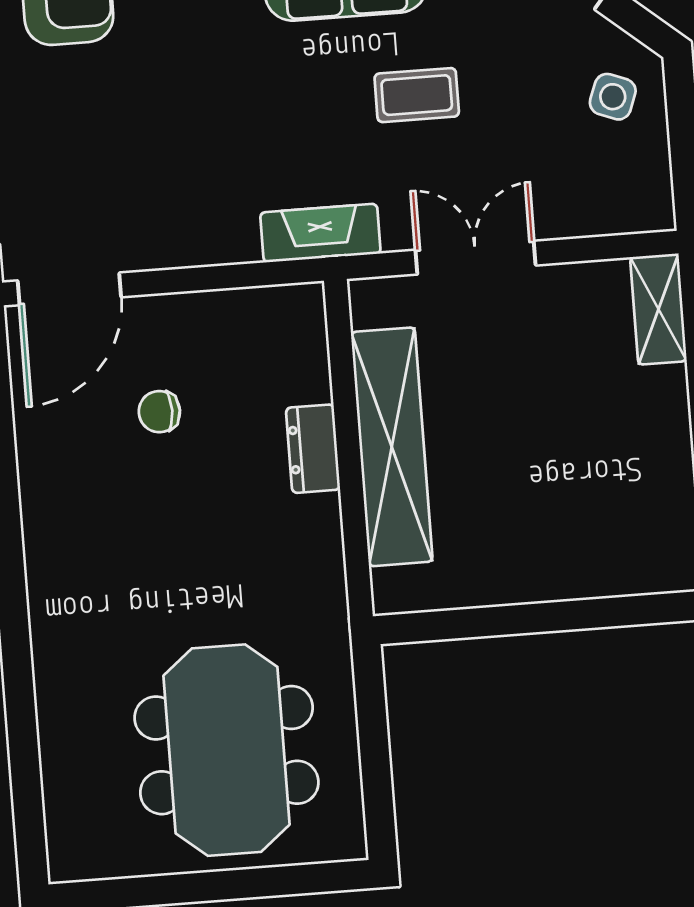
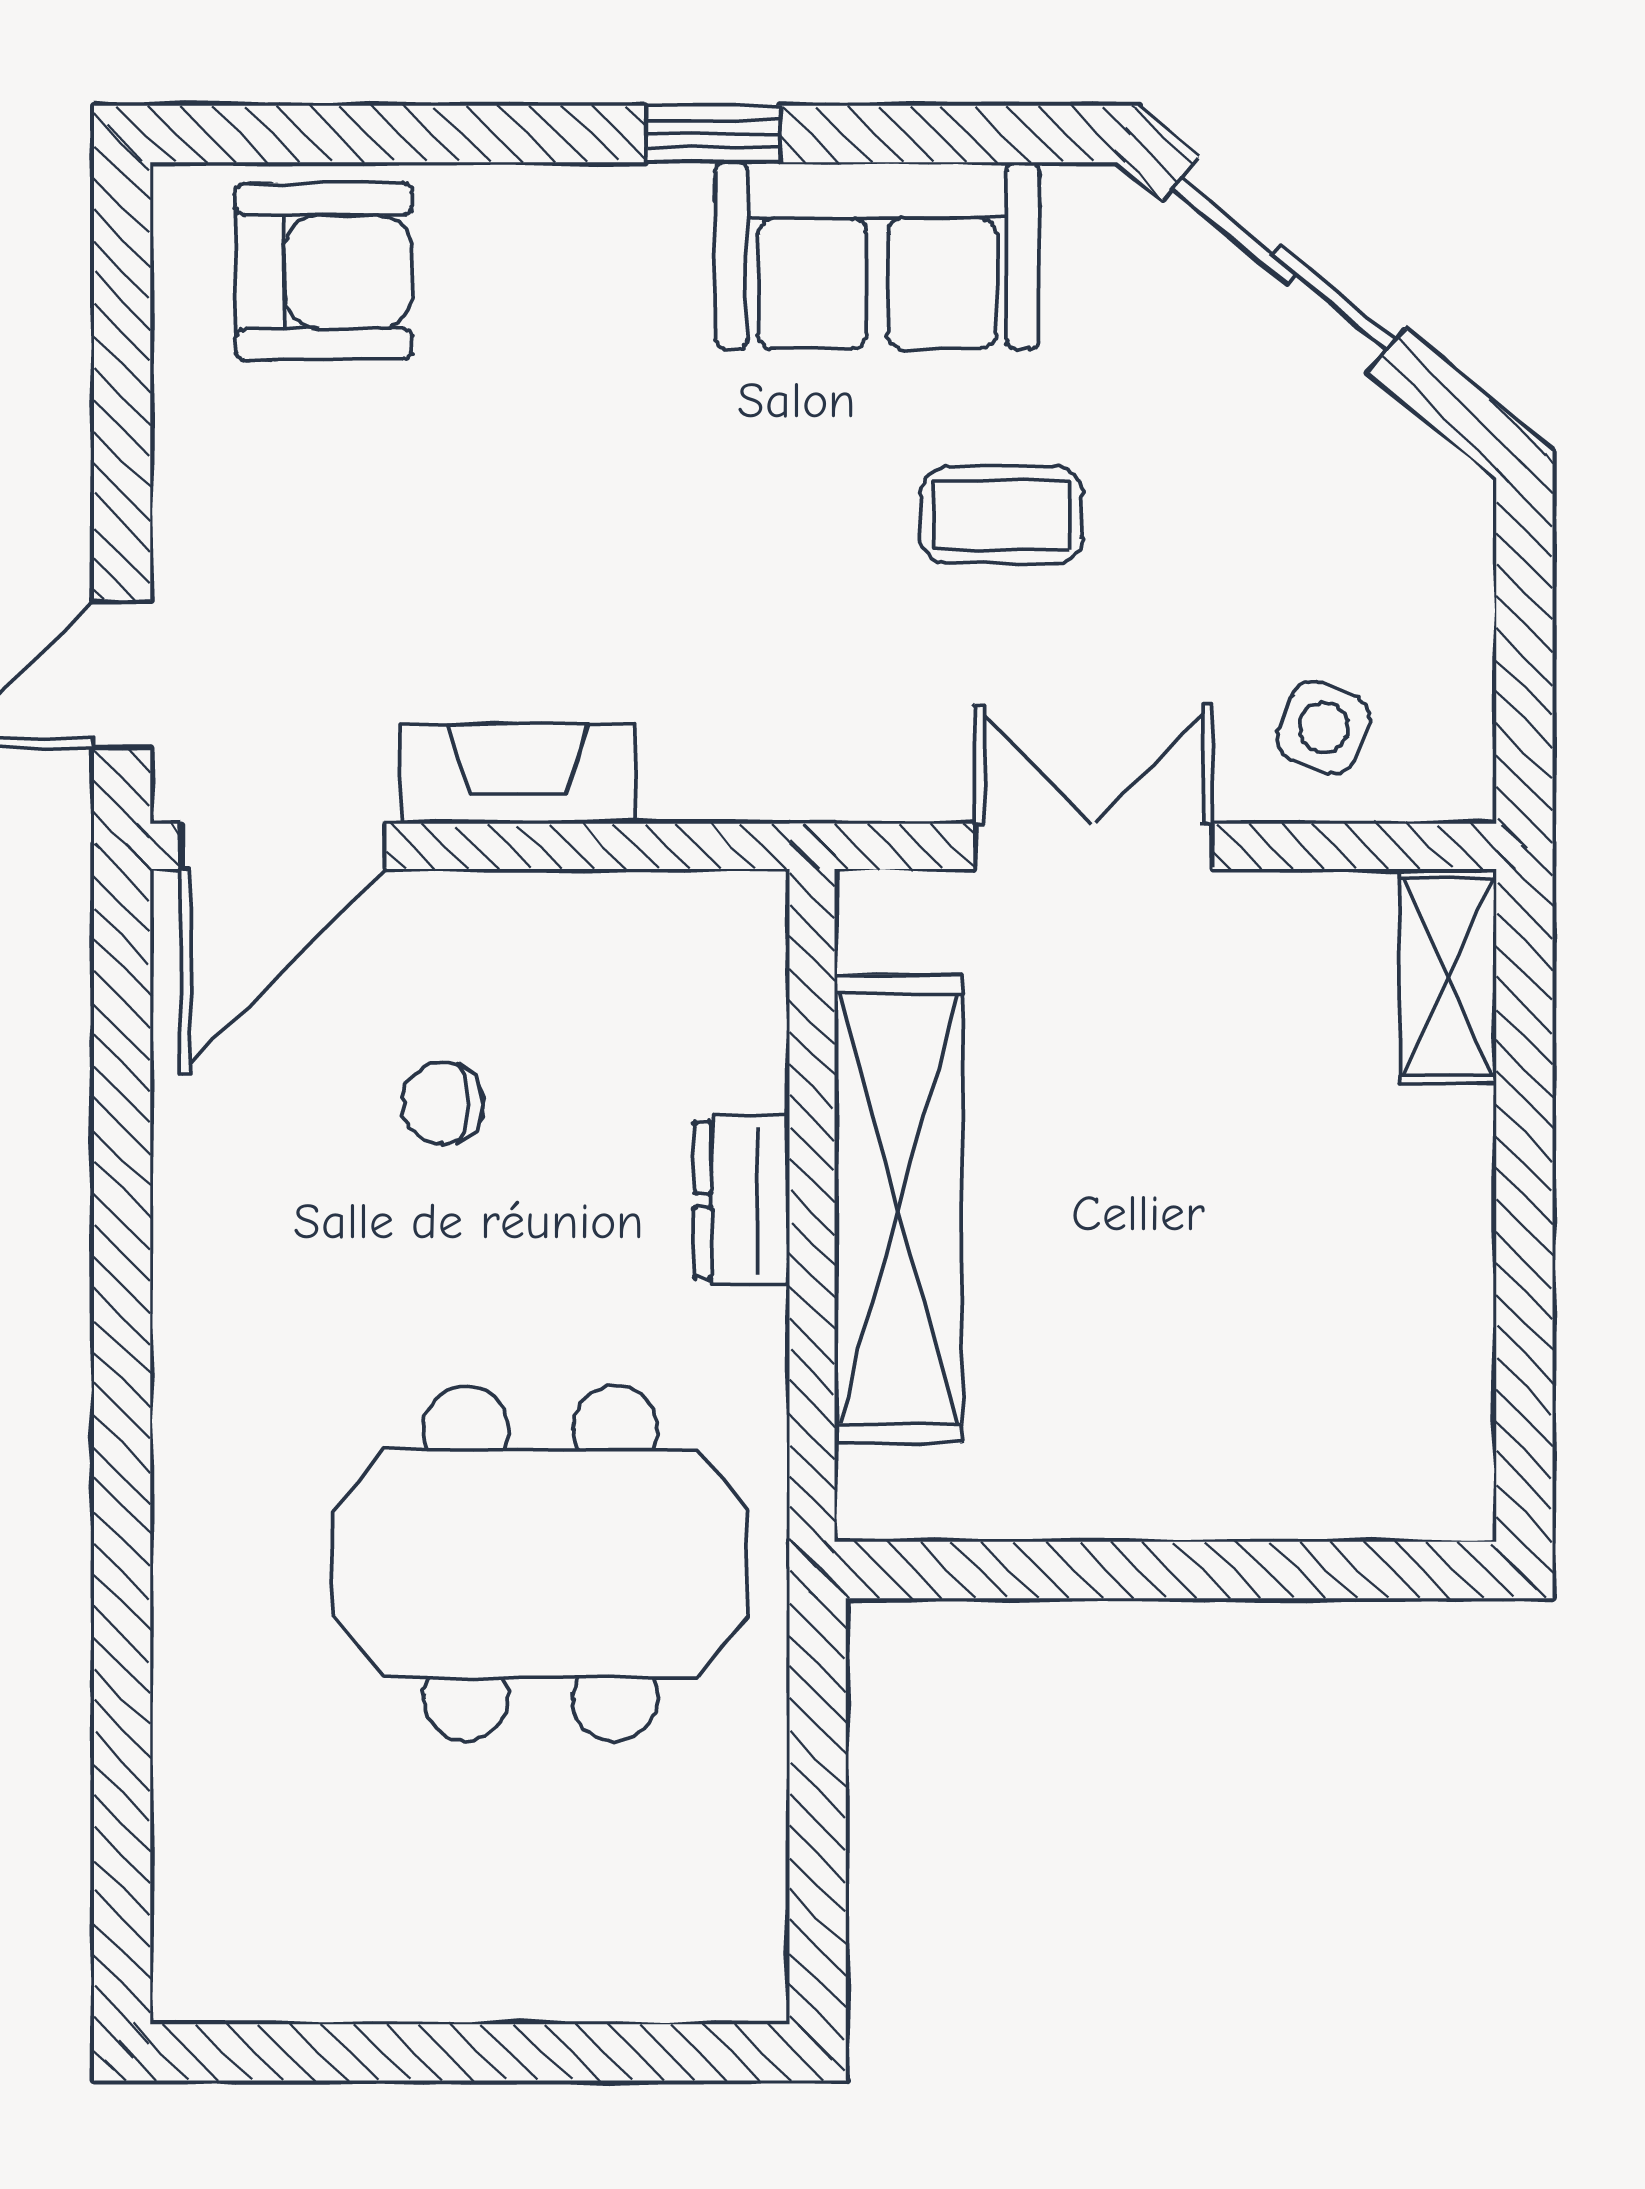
side table: (613, 97) -> (1324, 728), moved
fireplace: (320, 233) -> (518, 774), moved
meeting table: (226, 750) -> (541, 1564), moved, turned 90

